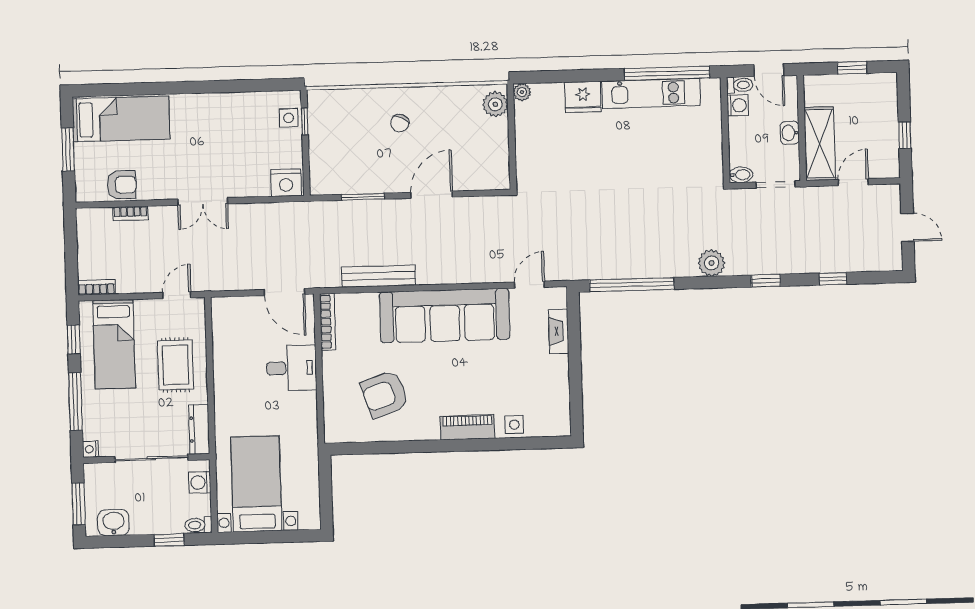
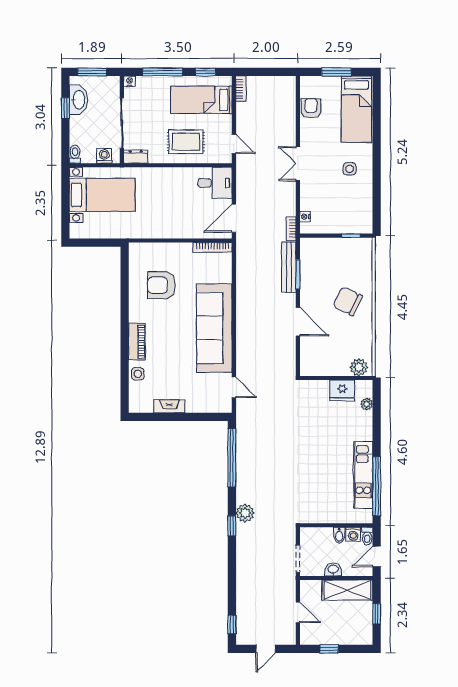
plant: (522, 92) -> (367, 404), moved
fridge: (583, 97) -> (342, 390), moved, turned -90
side table: (289, 118) -> (350, 169), moved
chair: (400, 123) -> (348, 301), width x1.87, depth x1.87
shelving: (820, 144) -> (347, 590), moved
bidet: (741, 175) -> (339, 535), moved
nightstand: (286, 183) -> (305, 217), width x0.53, depth x0.56
armchair: (122, 185) -> (311, 108), turned 180
bookcase: (130, 213) -> (291, 228), moved
bench: (378, 276) -> (289, 267), moved
window: (833, 279) -> (232, 625), moved
window: (766, 281) -> (232, 526), moved
fireplace: (559, 331) -> (169, 406), moved
desk: (292, 368) -> (215, 183), moved, turned -90
armchair: (385, 394) -> (161, 285), turned -71
dresser: (199, 429) -> (136, 157), width x0.70
washbasin: (113, 523) -> (78, 100), width x1.38
window: (169, 540) -> (65, 108), moved

